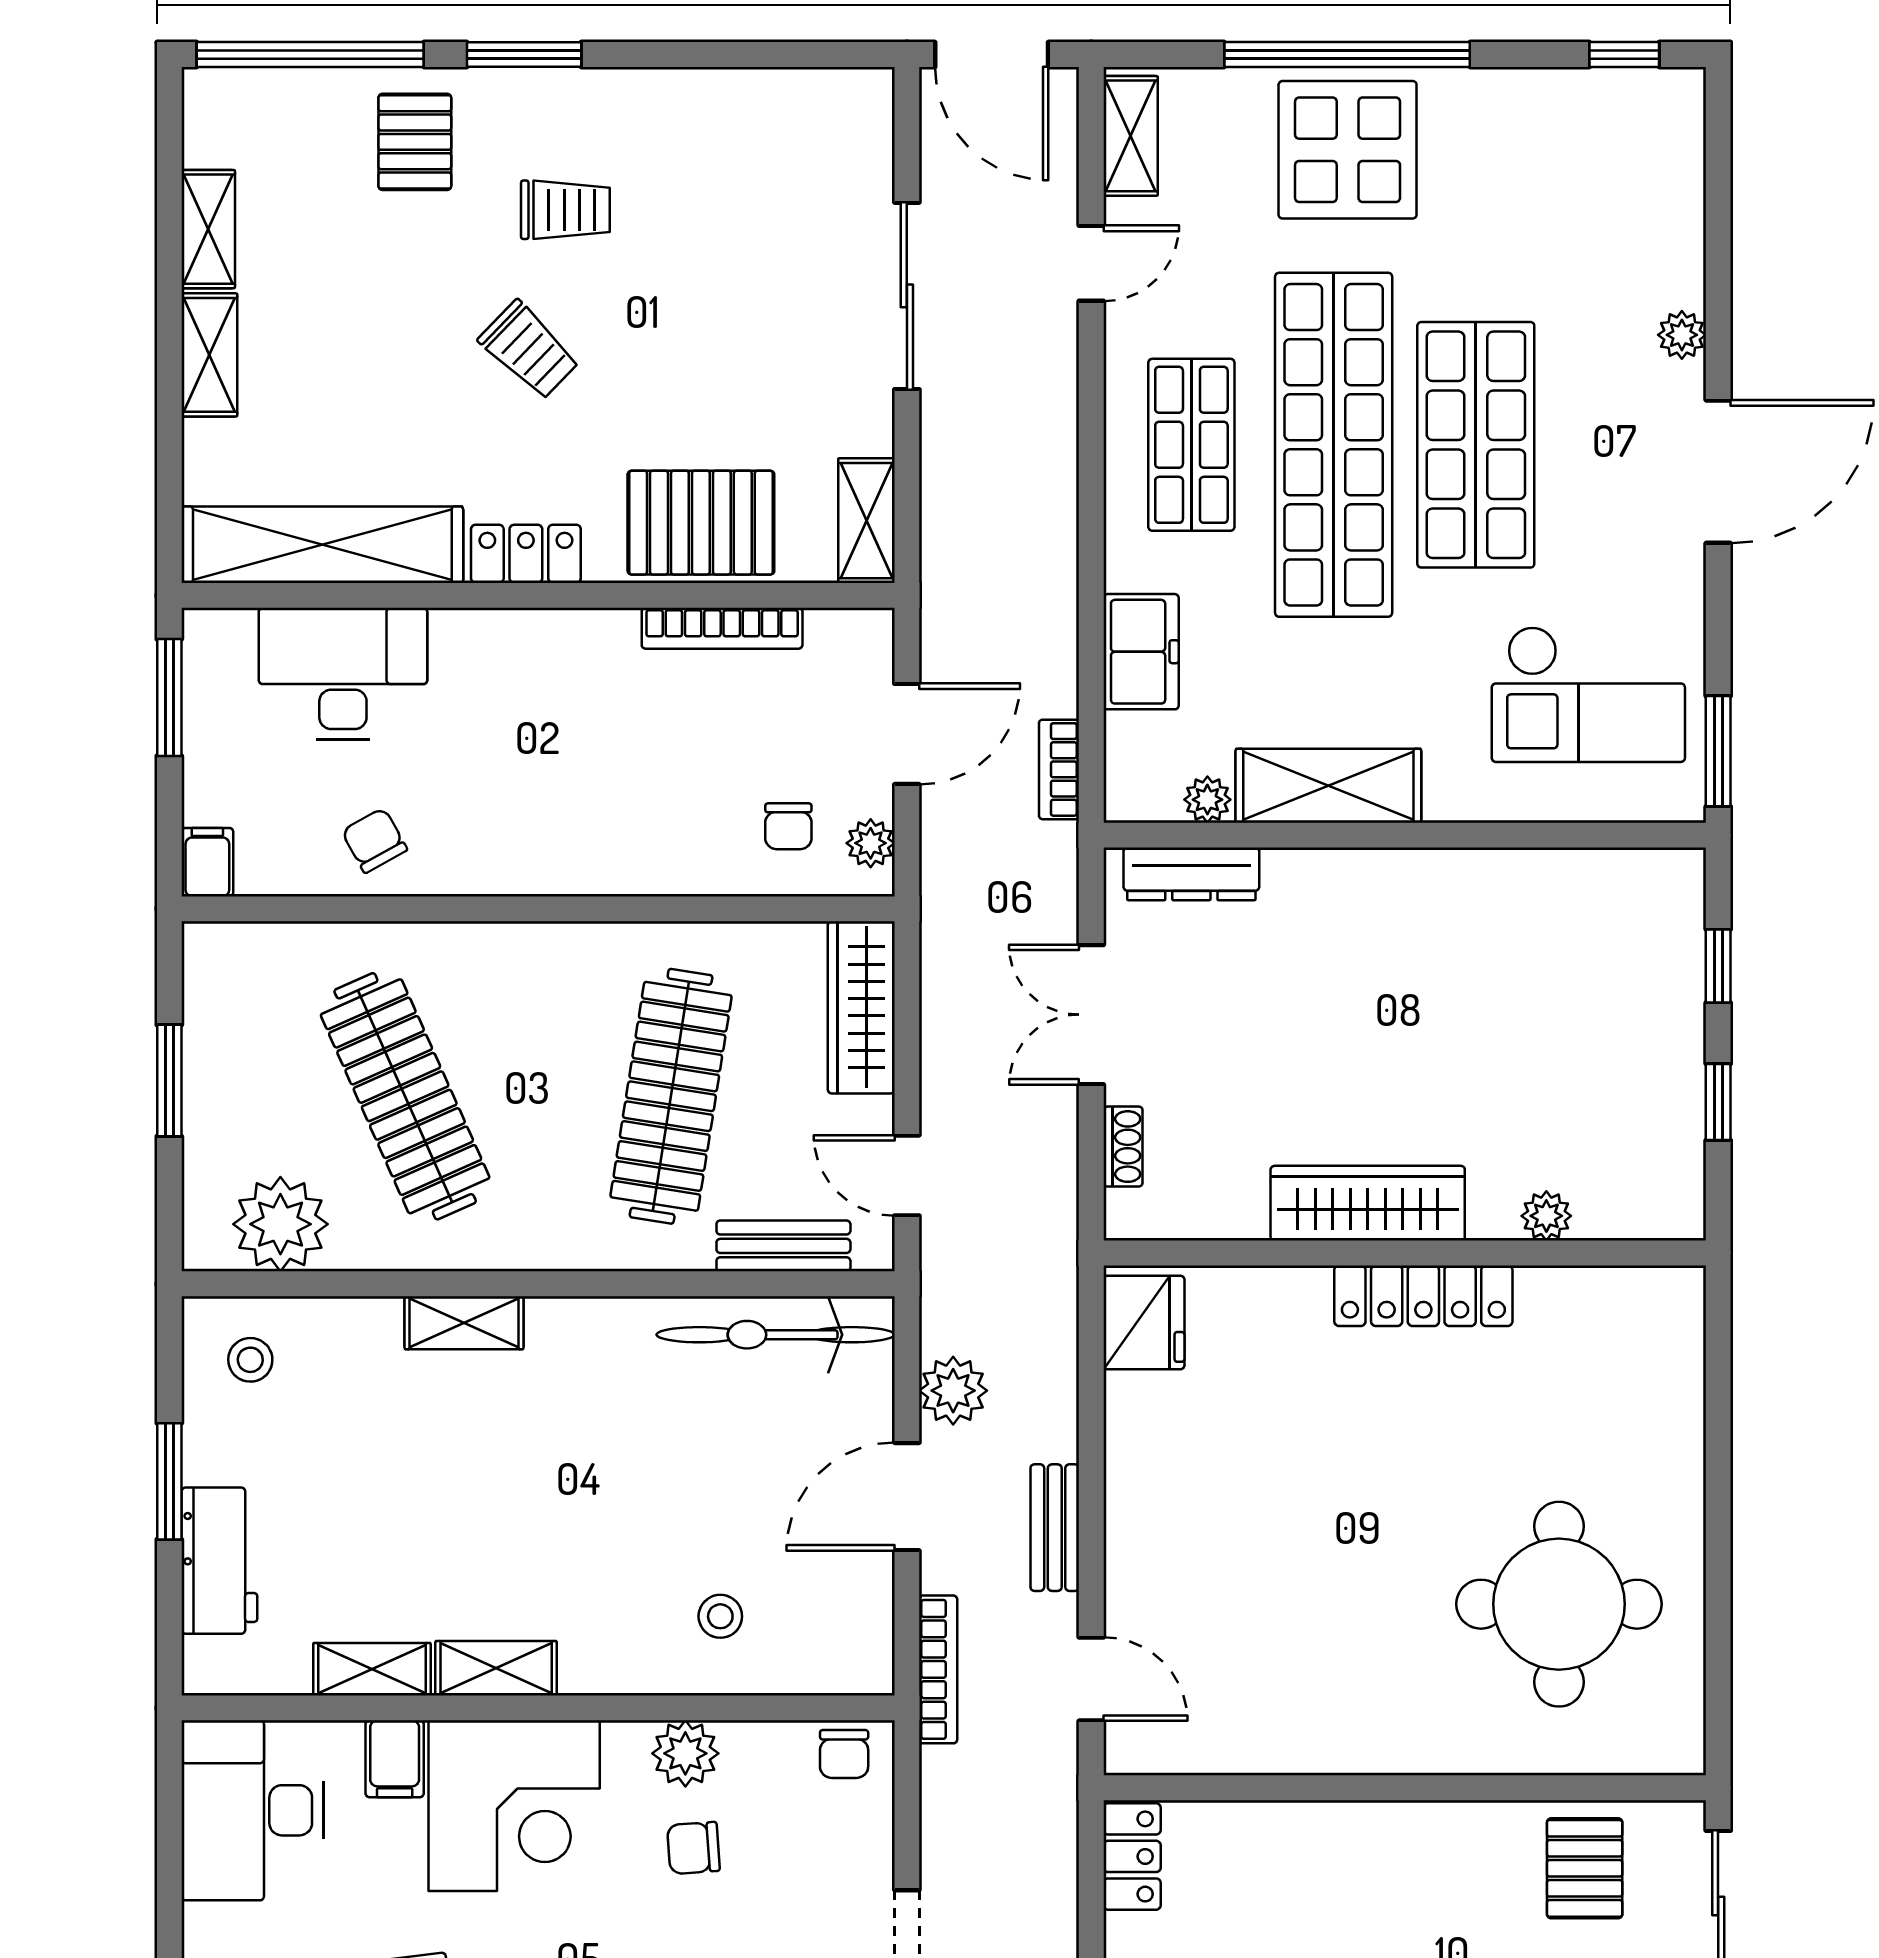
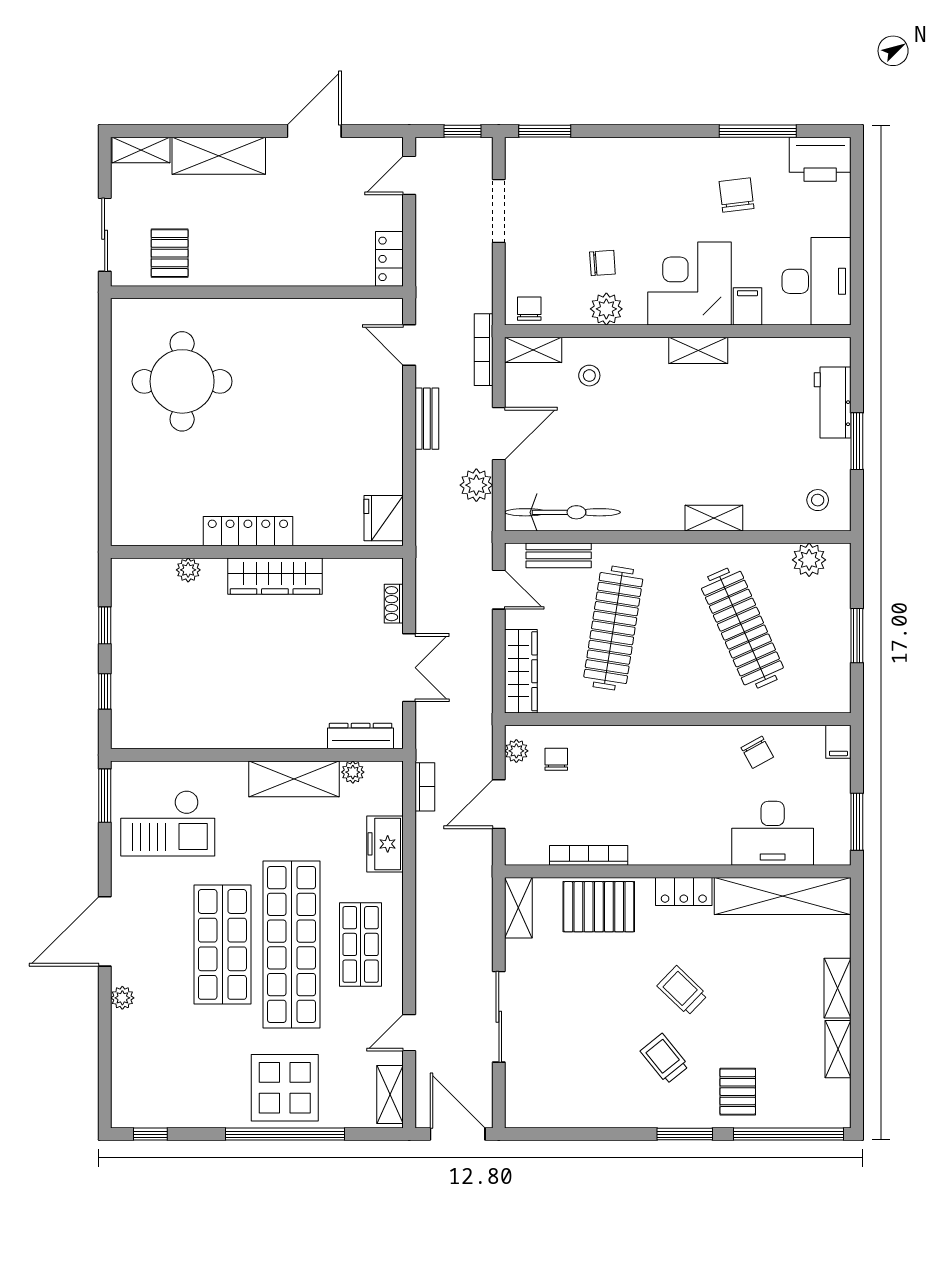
trolley: (565, 210) -> (665, 1059), turned 51
checkout: (1588, 694) -> (168, 823), turned 180
plant: (280, 1224) -> (809, 560), width x0.73, depth x0.73
shelving: (372, 1669) -> (533, 350), moved

